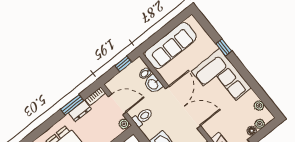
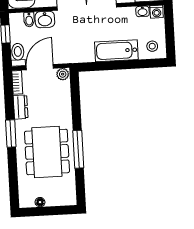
window: (72, 105) -> (11, 134), moved
toilet: (143, 117) -> (18, 55), moved

